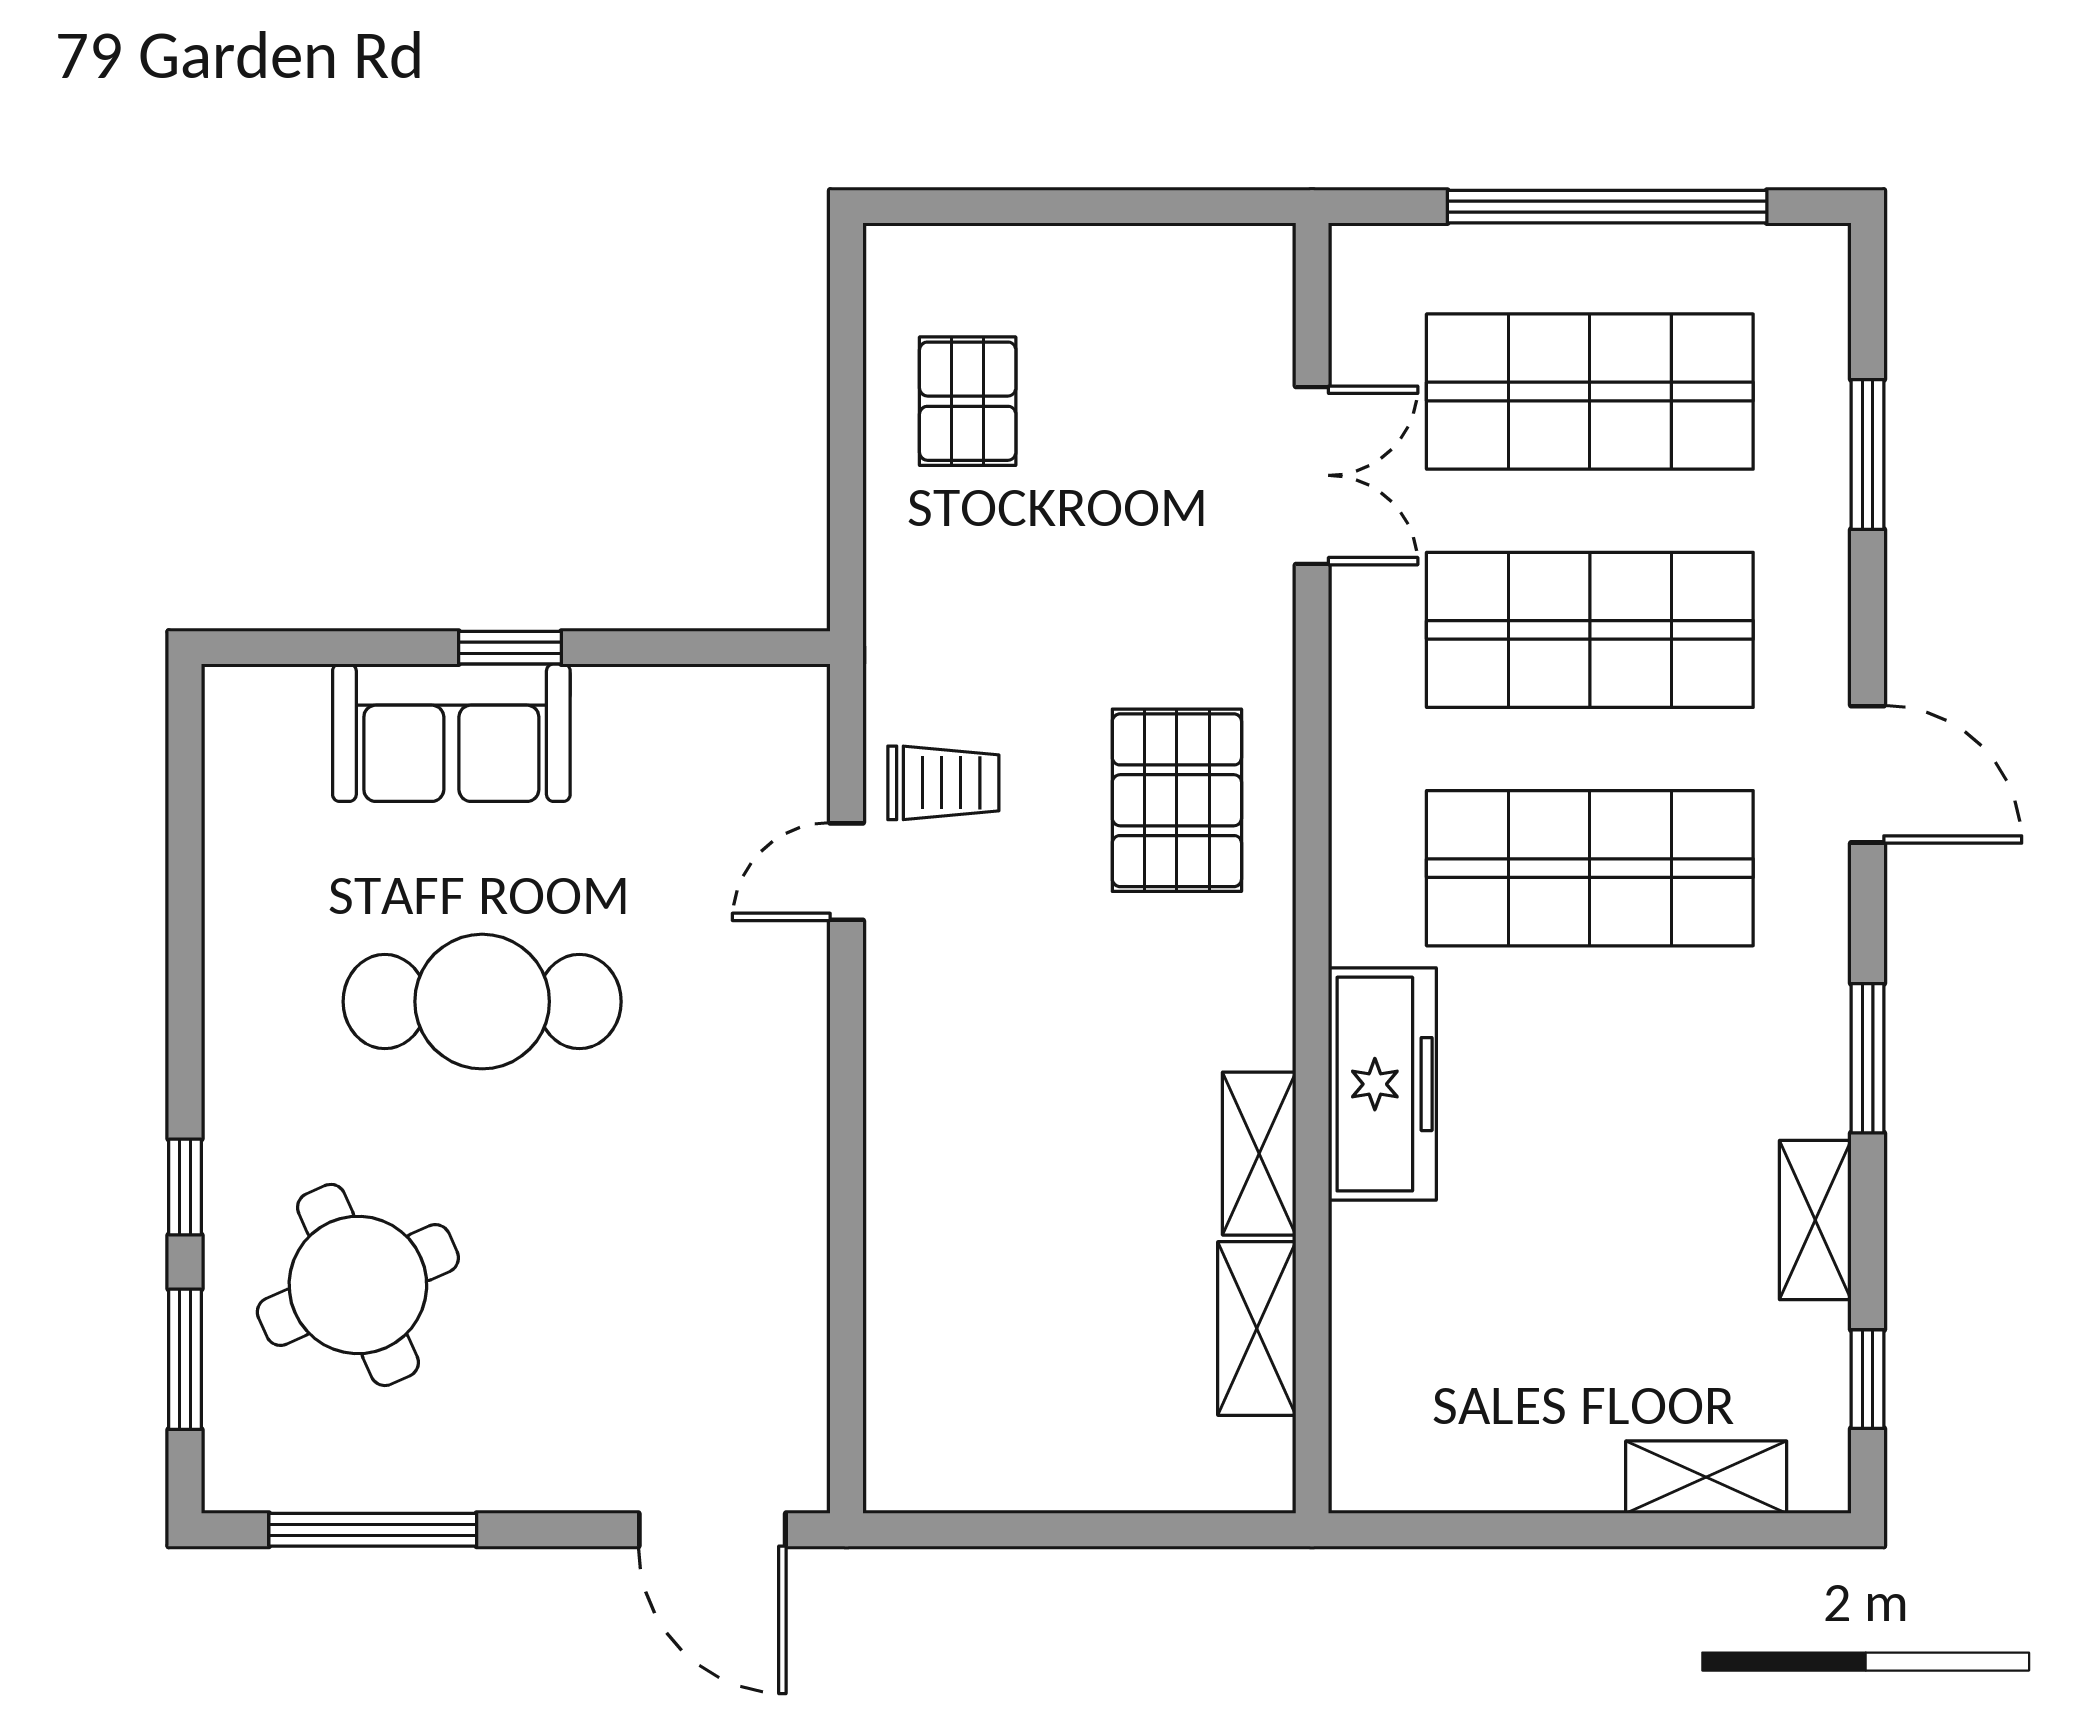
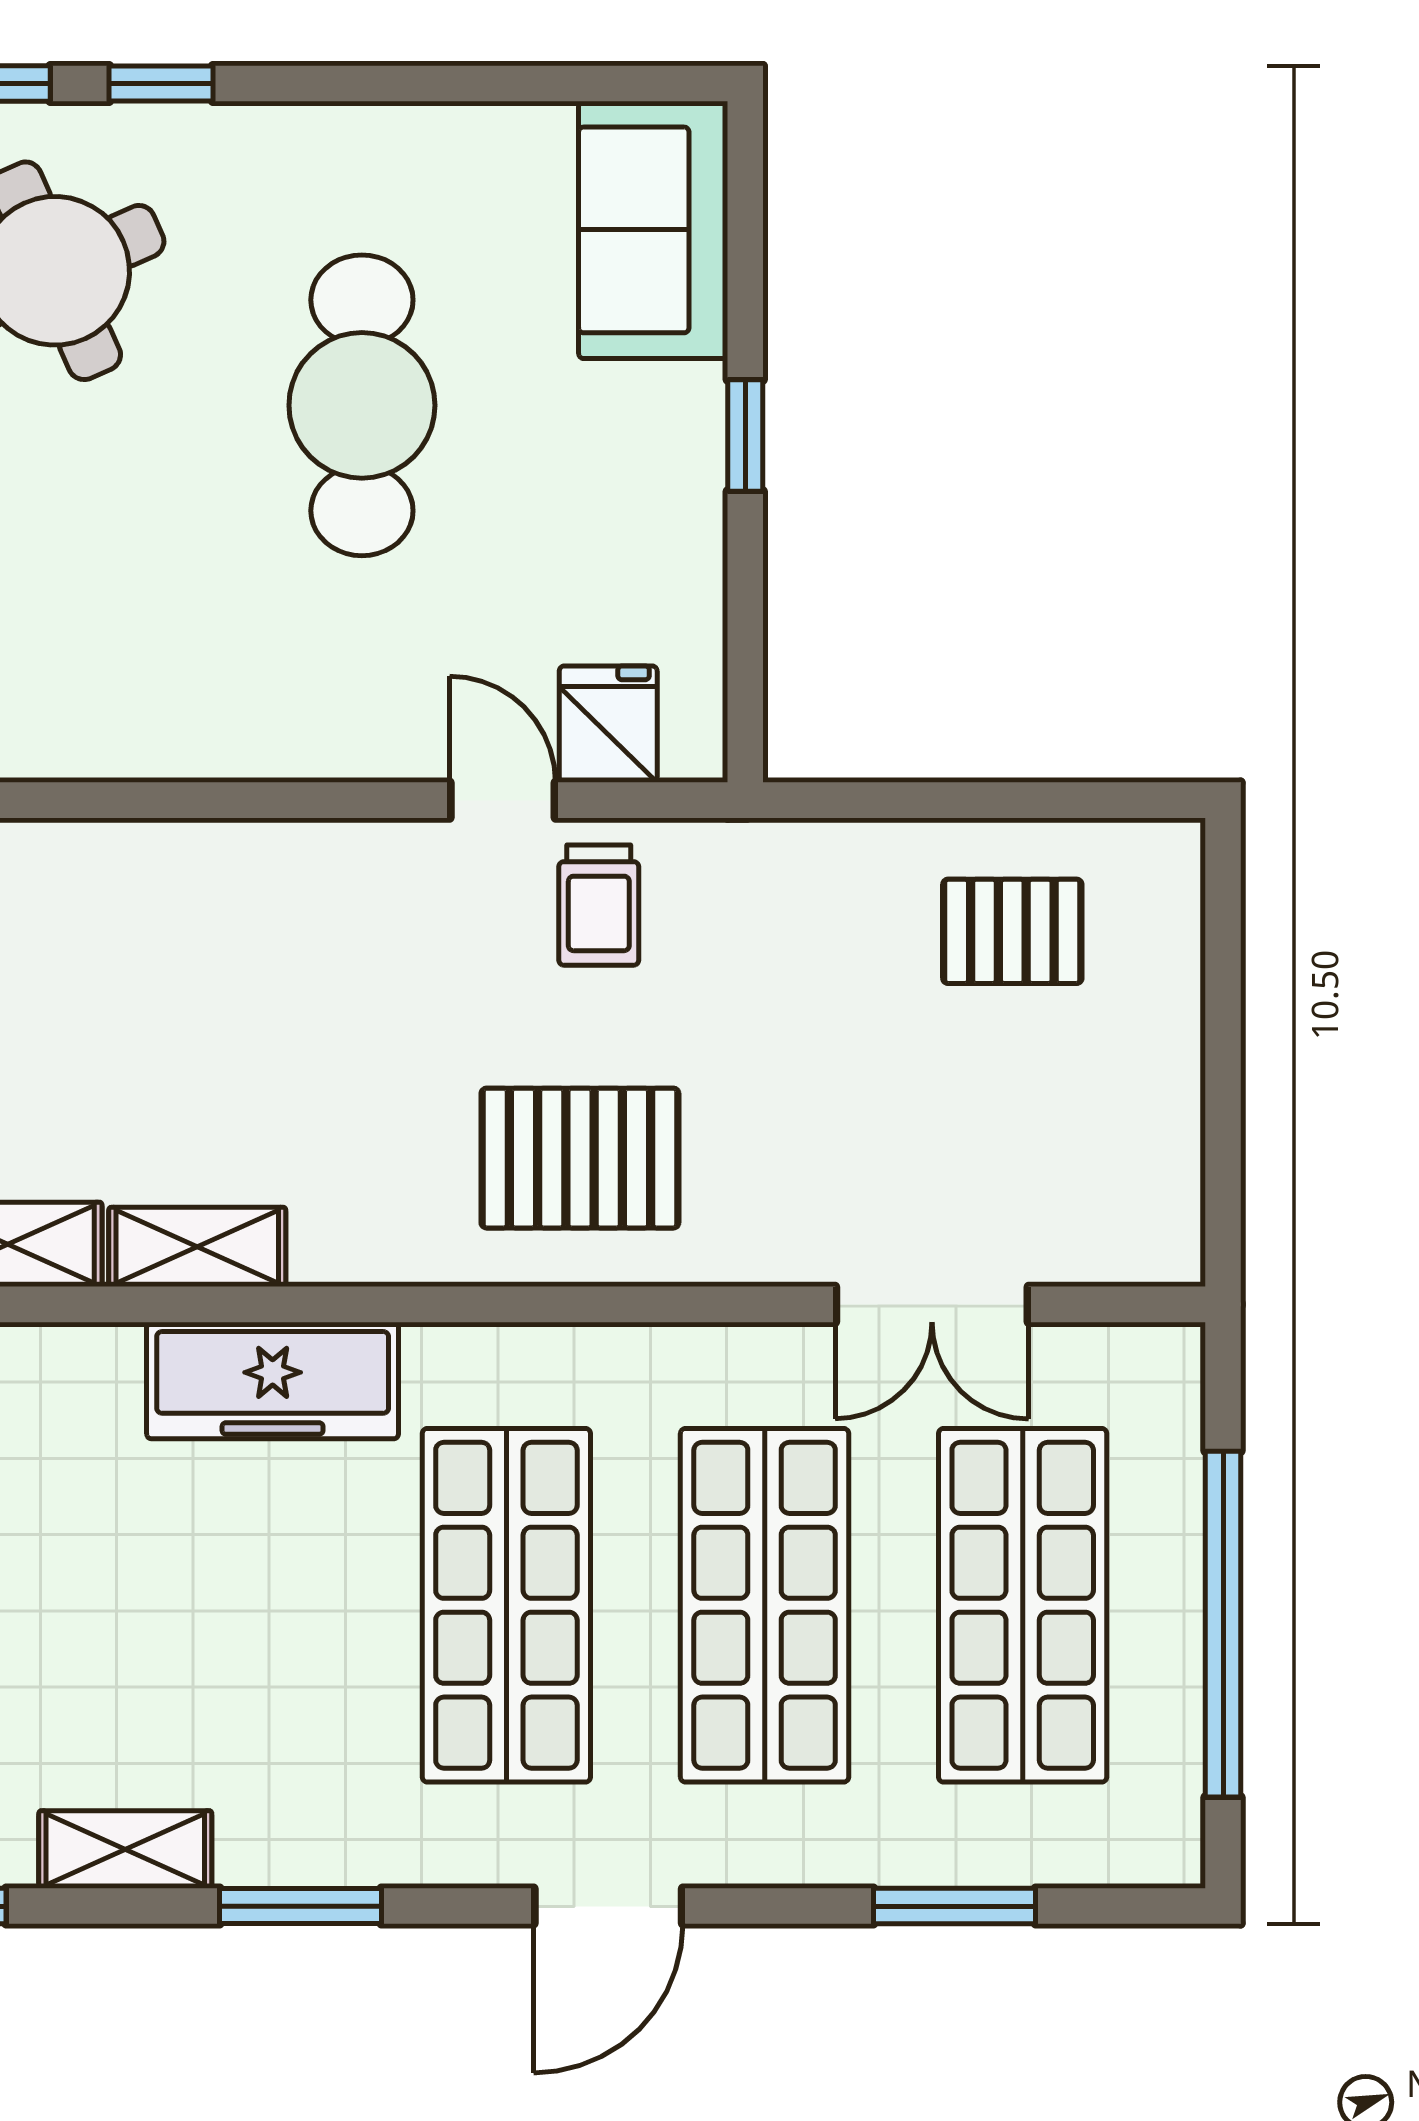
sofa: (451, 733) -> (653, 230), moved
fridge: (776, 774) -> (608, 724), added

